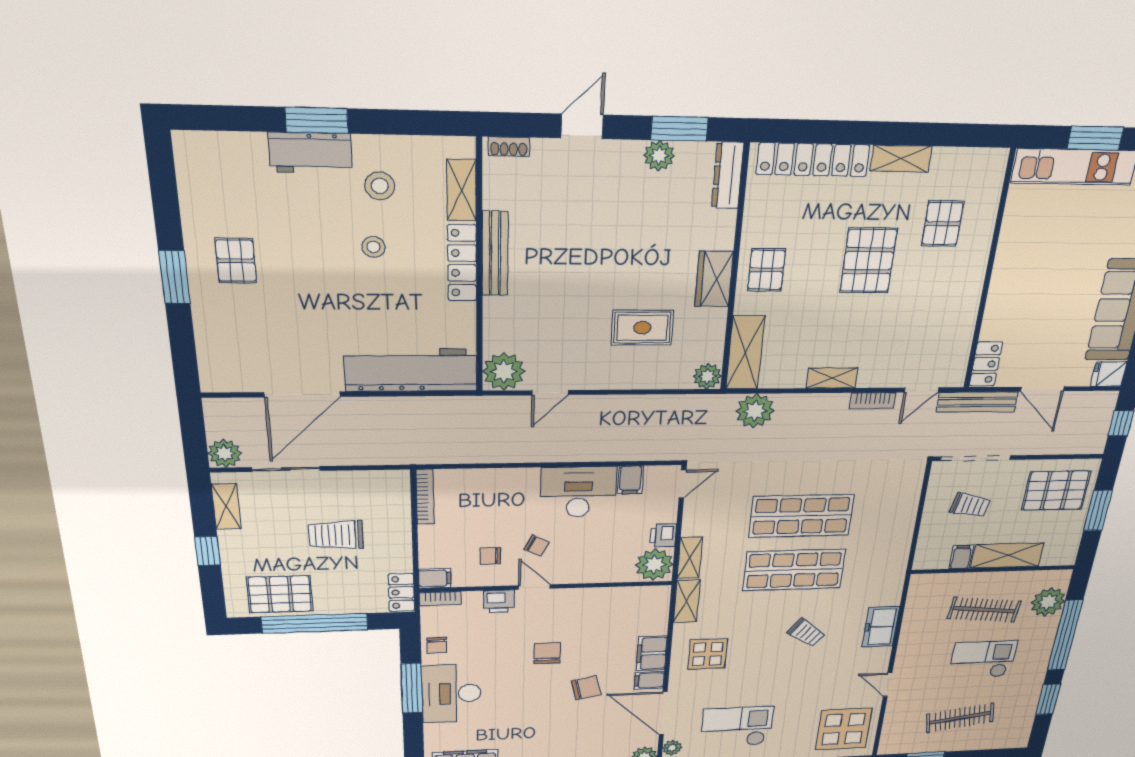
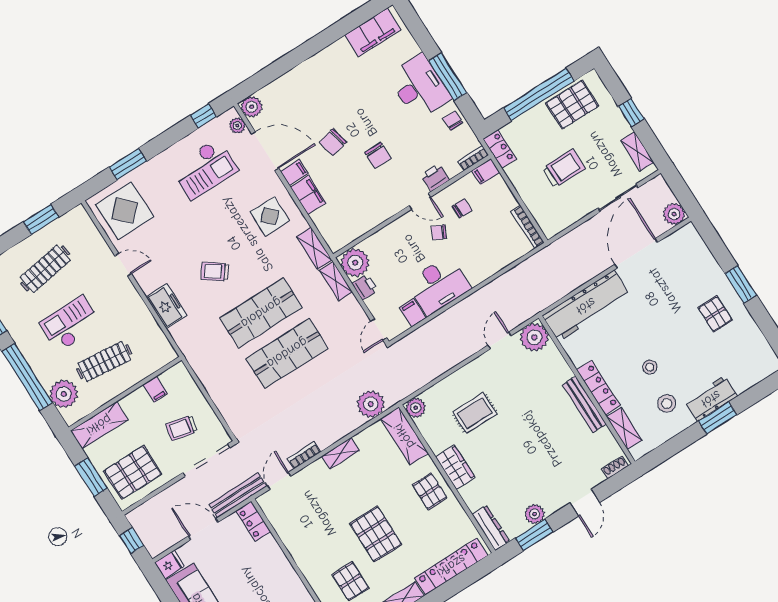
plant: (225, 453) -> (674, 214), moved
shelving: (1007, 555) -> (99, 425), moved
checkout: (983, 660) -> (71, 324), turned 180

